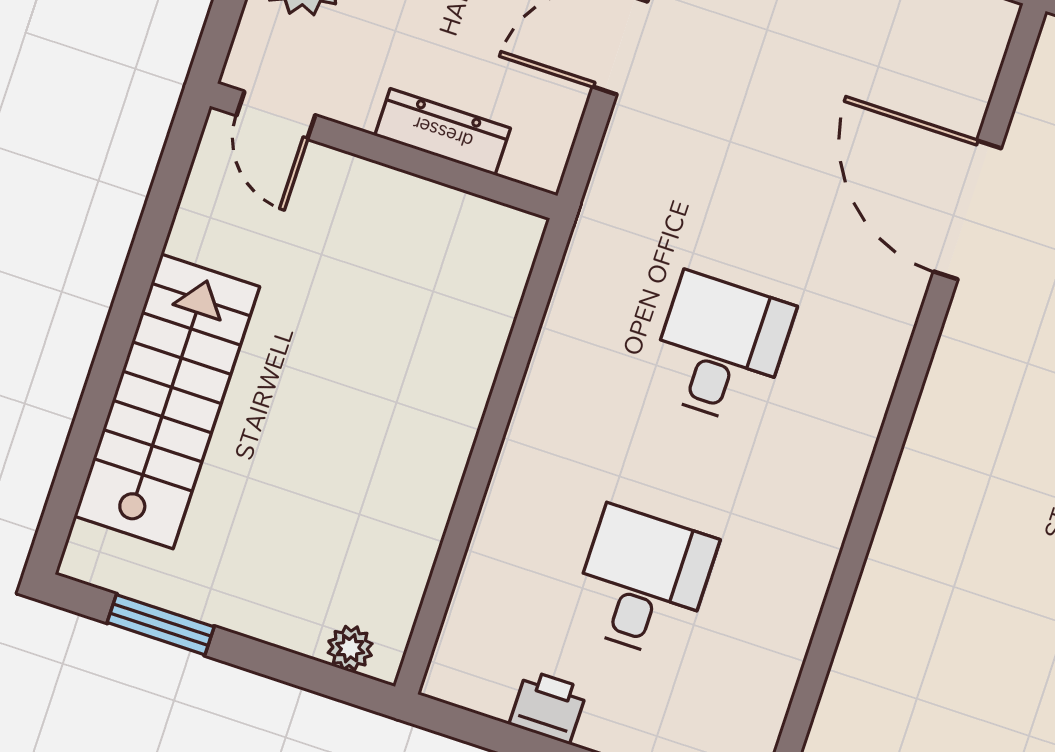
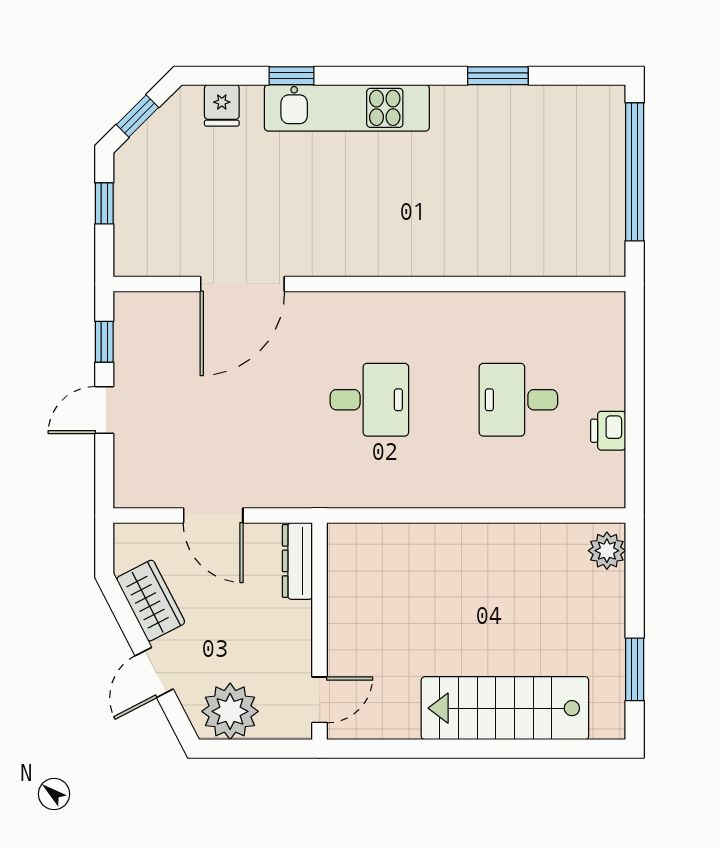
dresser: (443, 132) -> (297, 561), moved
desk: (720, 349) -> (369, 400), turned 180
plant: (350, 648) -> (607, 551), width x1.38, depth x1.38

